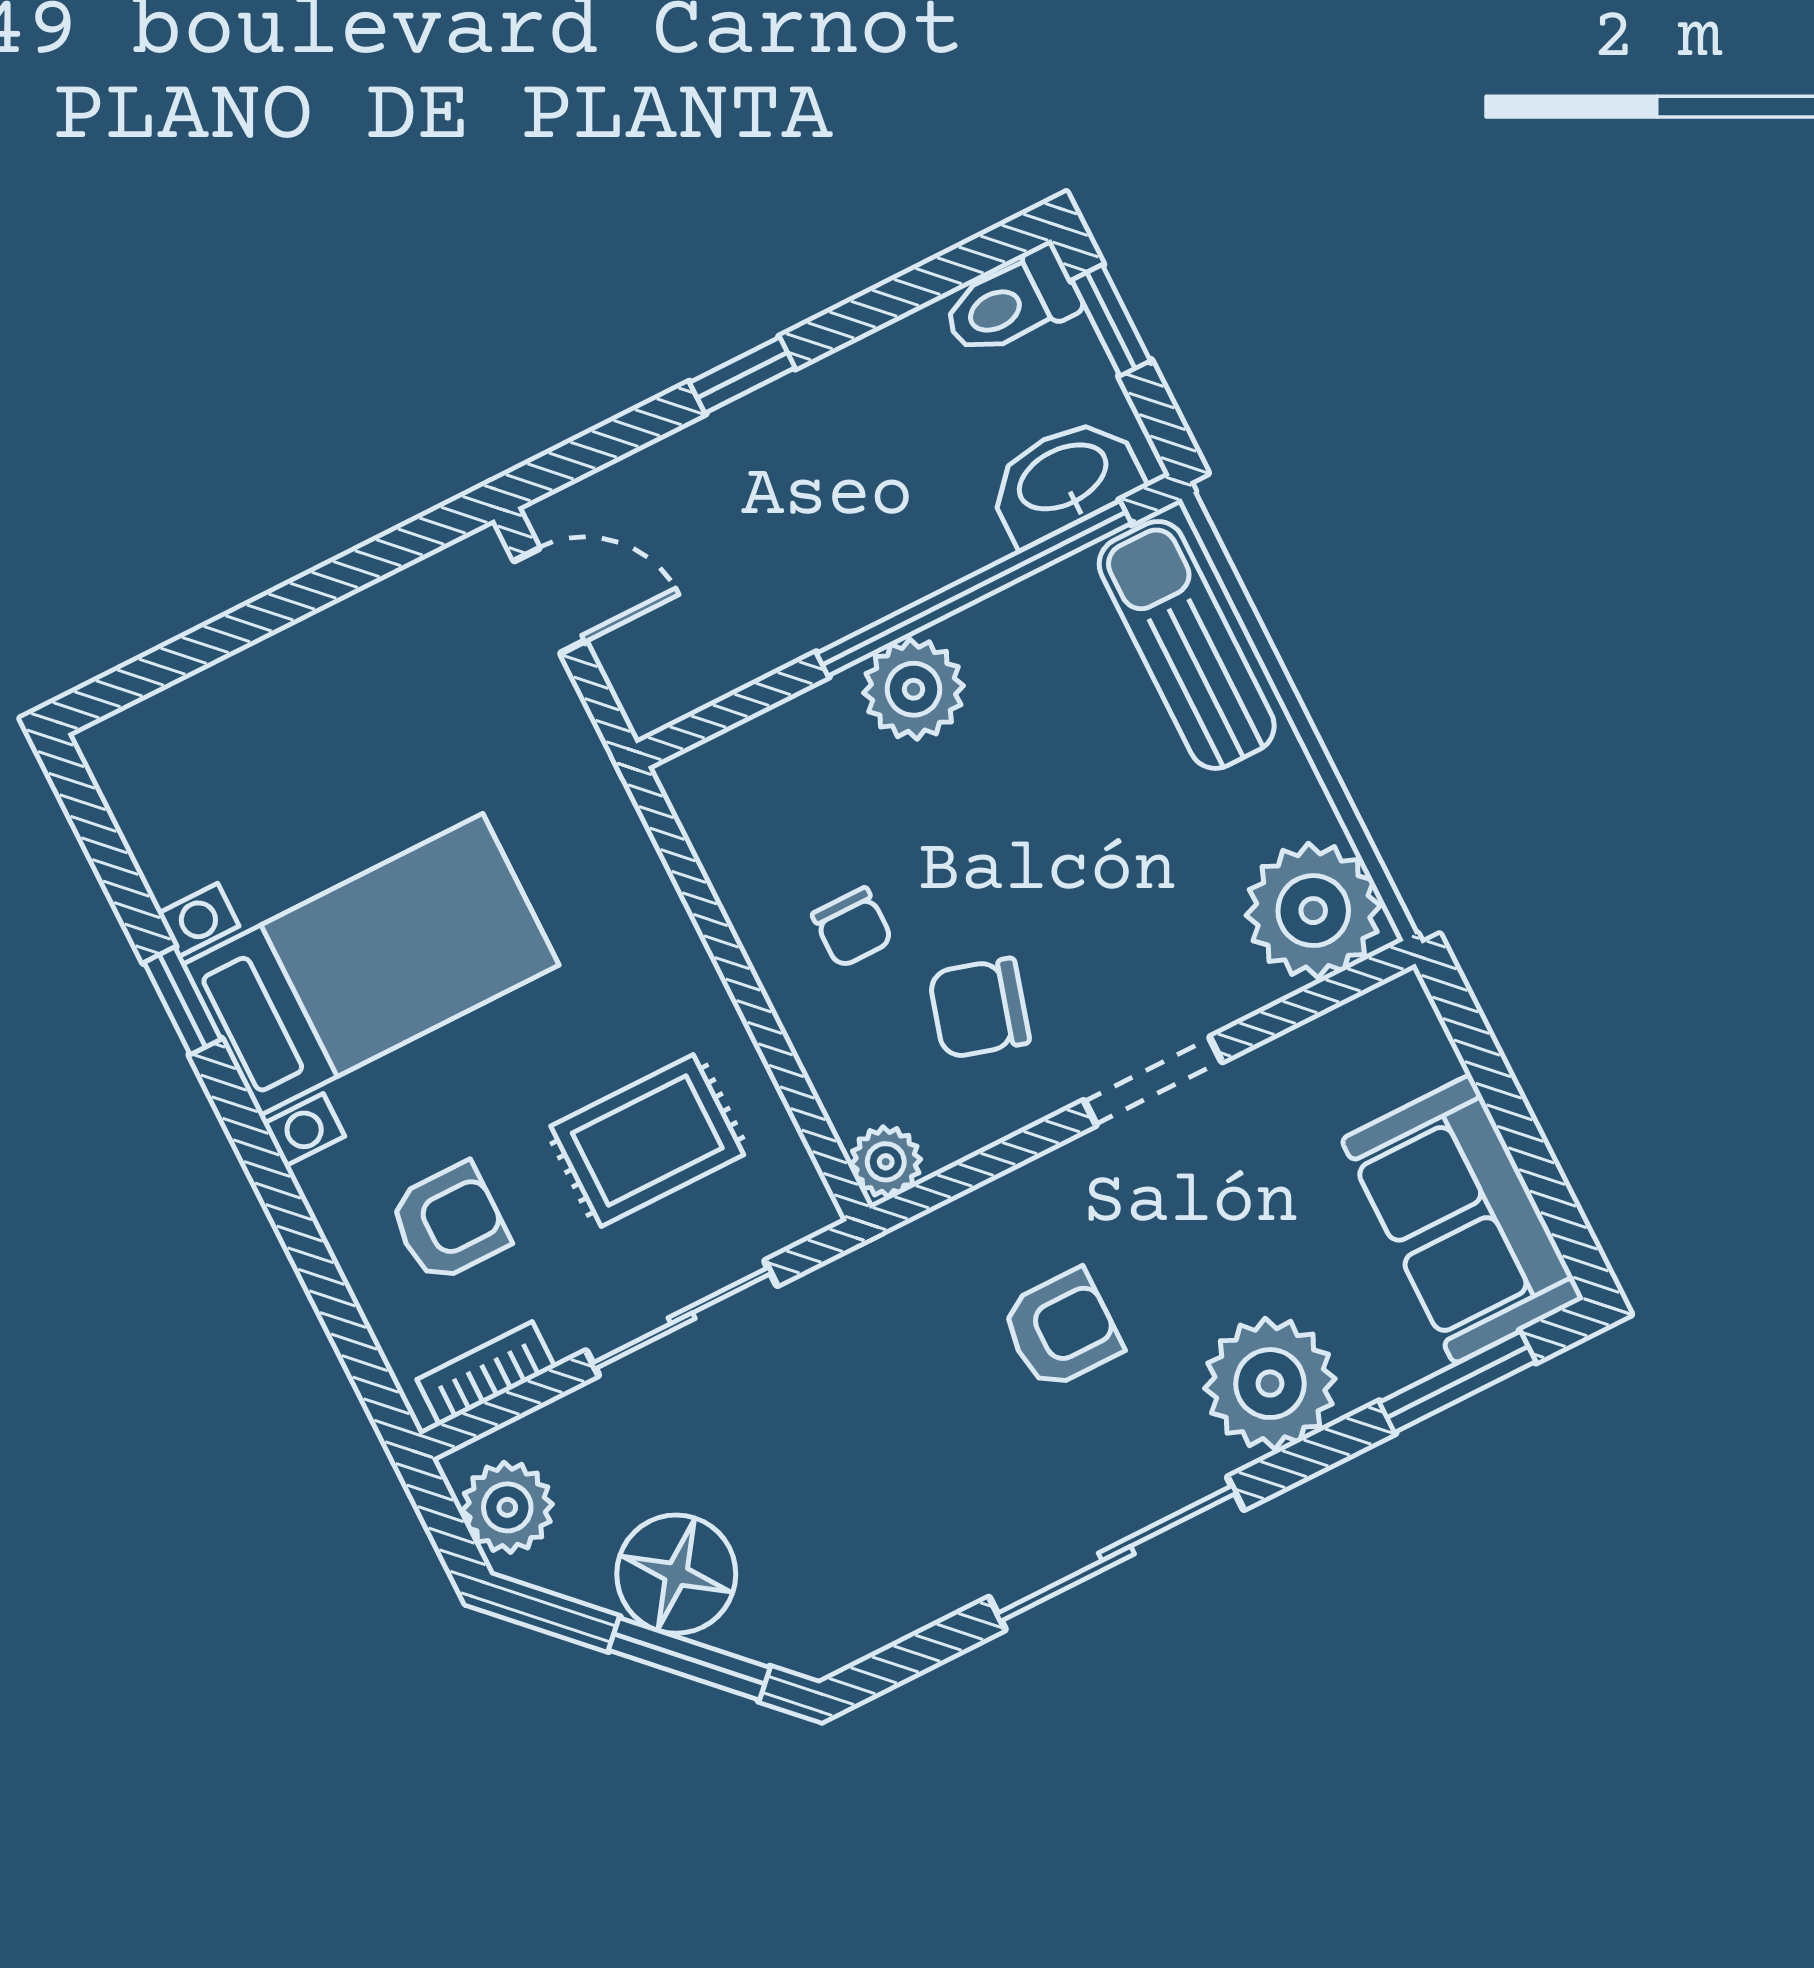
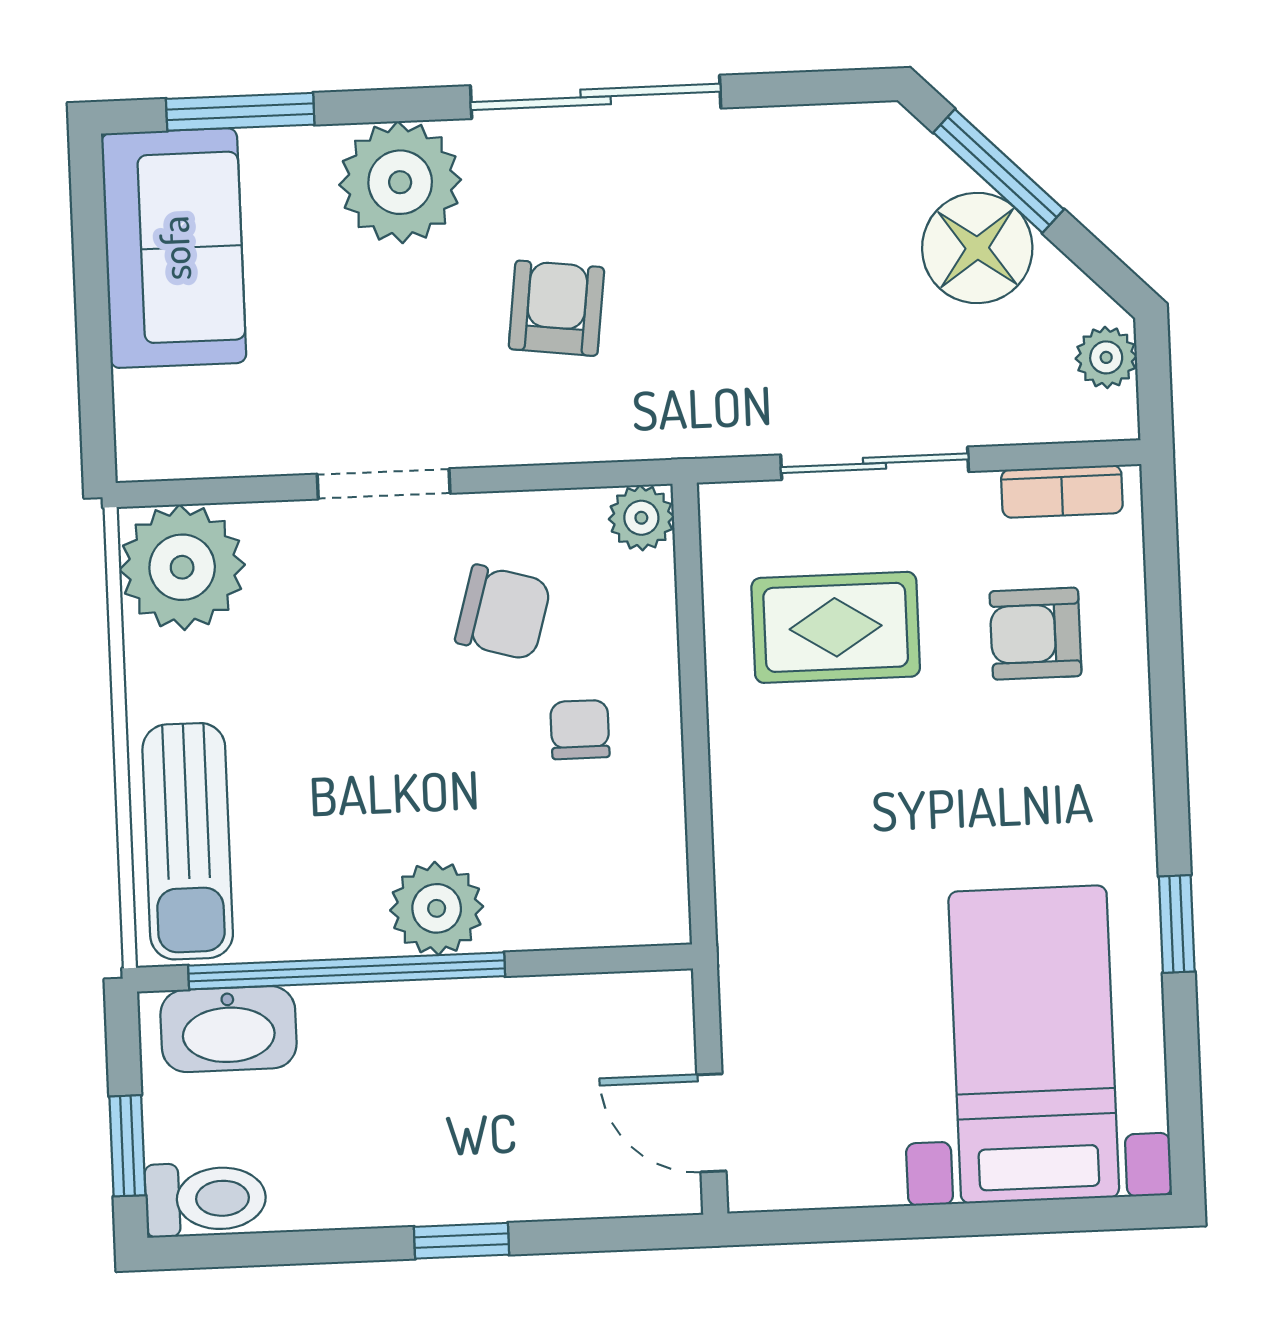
bed with nightstands: (371, 965) -> (1034, 1044), moved, turned 90
armchair: (1061, 1329) -> (556, 308), turned 97
plant: (507, 1507) -> (1106, 357), width x0.73, depth x0.73

